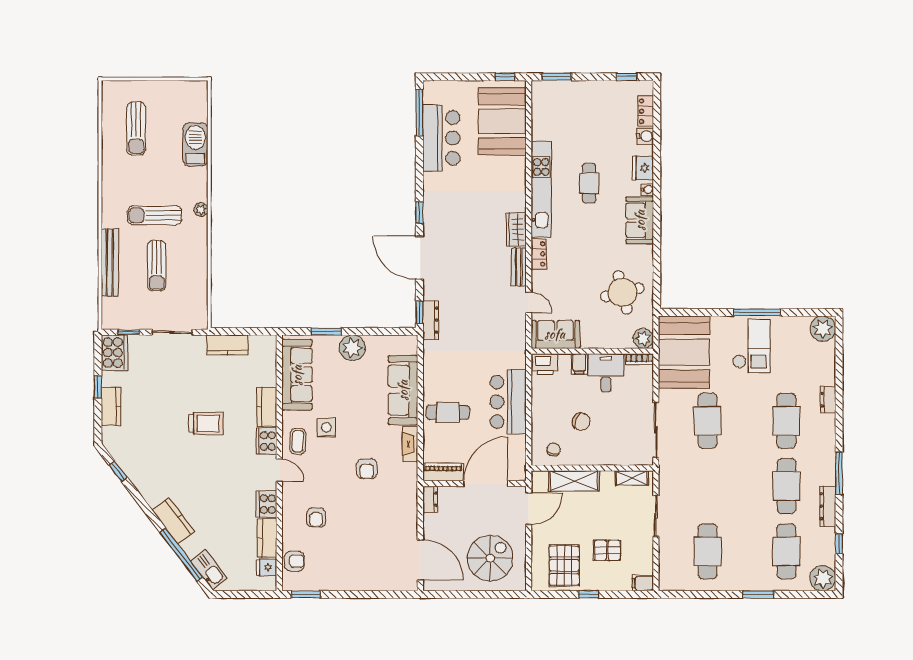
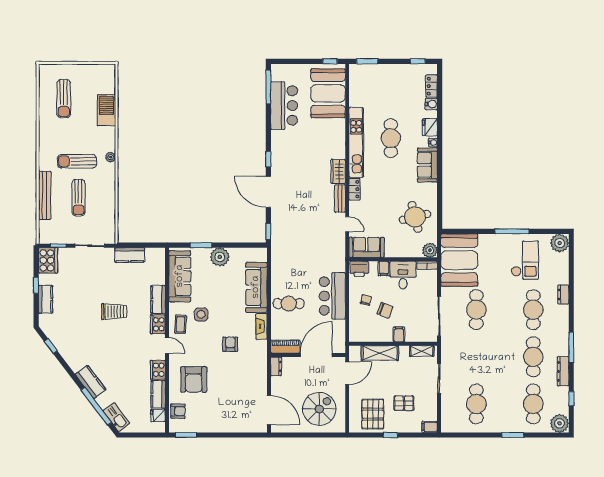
cafe table: (589, 183) -> (391, 138), width x1.37, depth x1.35
dresser: (431, 320) -> (276, 237), removed
checkout: (751, 346) -> (525, 260), moved
chair: (554, 450) -> (366, 300), moved
filing cabinet: (600, 455) -> (399, 334), added
armchair: (367, 469) -> (230, 344), turned 180
armchair: (316, 517) -> (194, 379), width x1.88, depth x1.88

